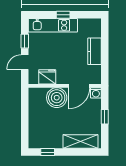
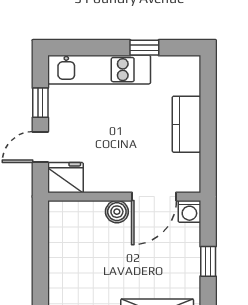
window: (63, 15) -> (144, 48), moved
fridge: (47, 77) -> (66, 178), moved
boiler: (57, 98) -> (117, 212), width x0.54, depth x0.54

